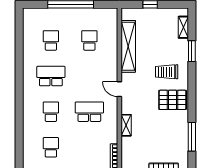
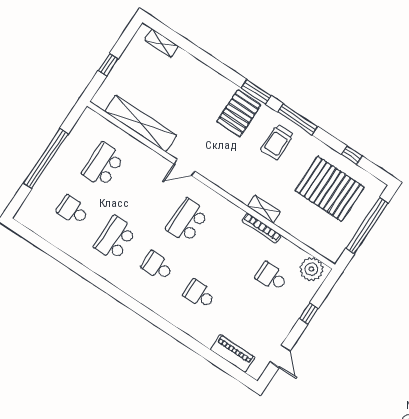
school desk: (89, 40) -> (103, 165), width x1.85
window: (192, 51) -> (256, 92), moved
trolley: (167, 72) -> (277, 142), moved
shelving: (126, 125) -> (264, 209), moved

